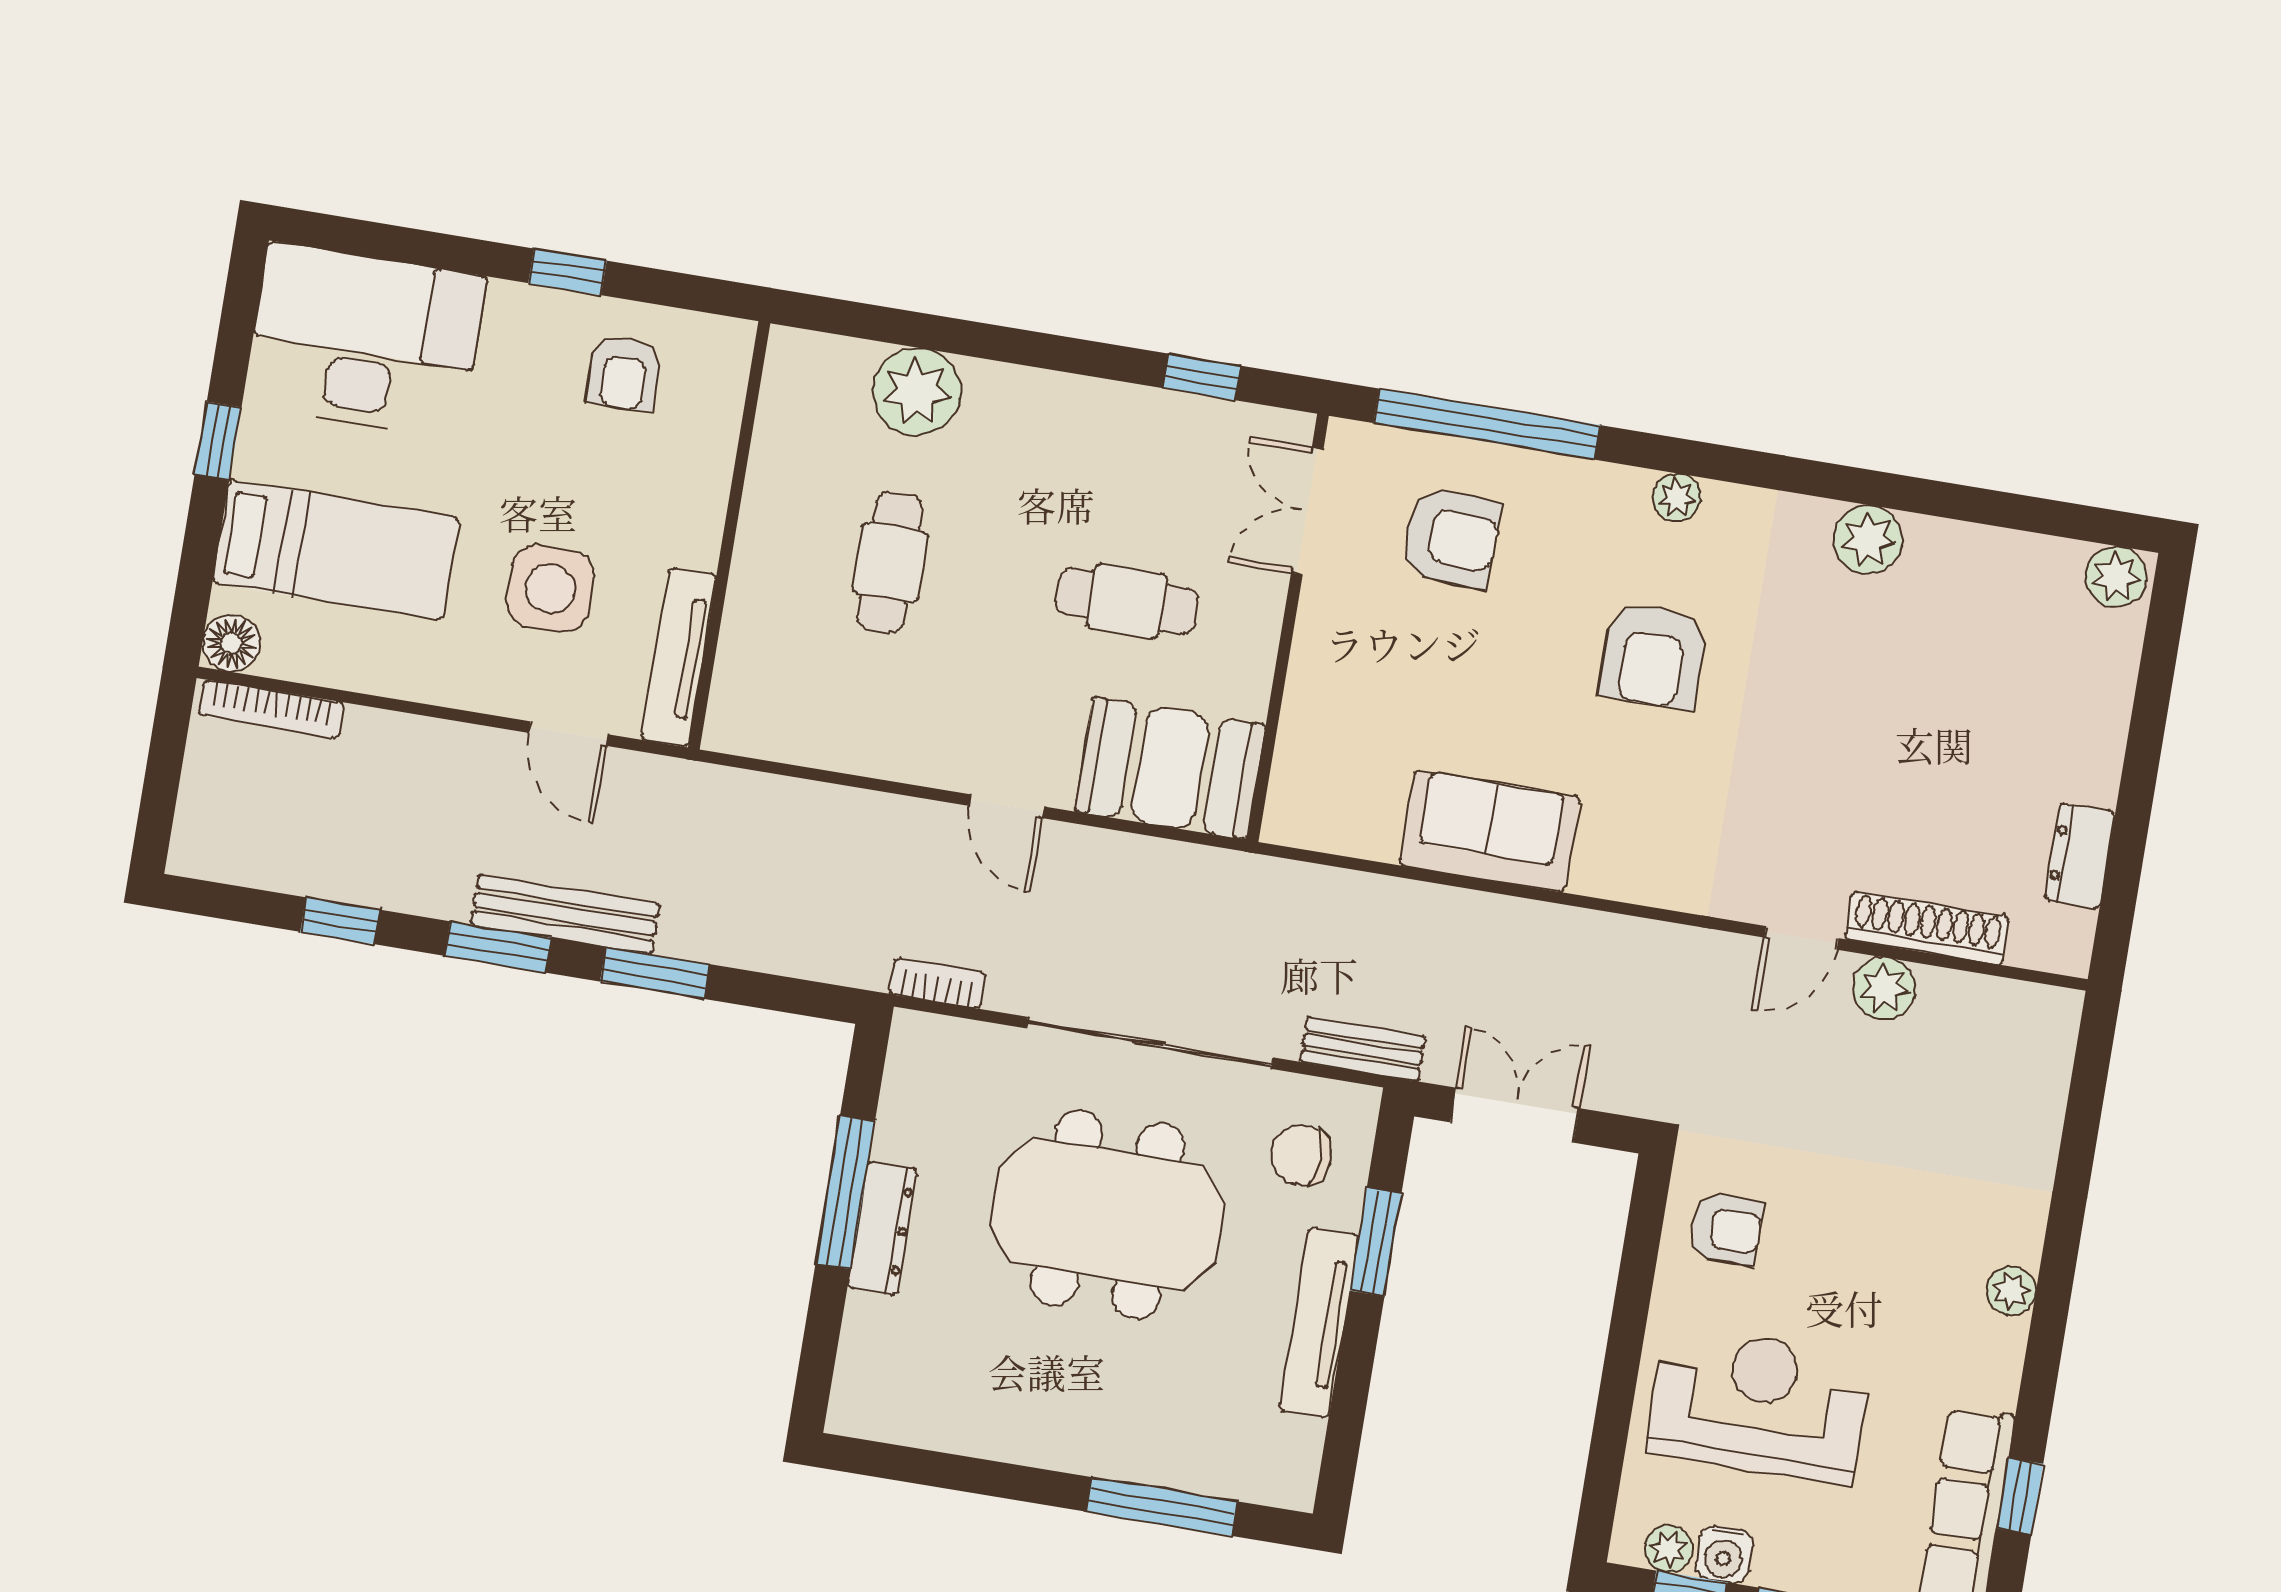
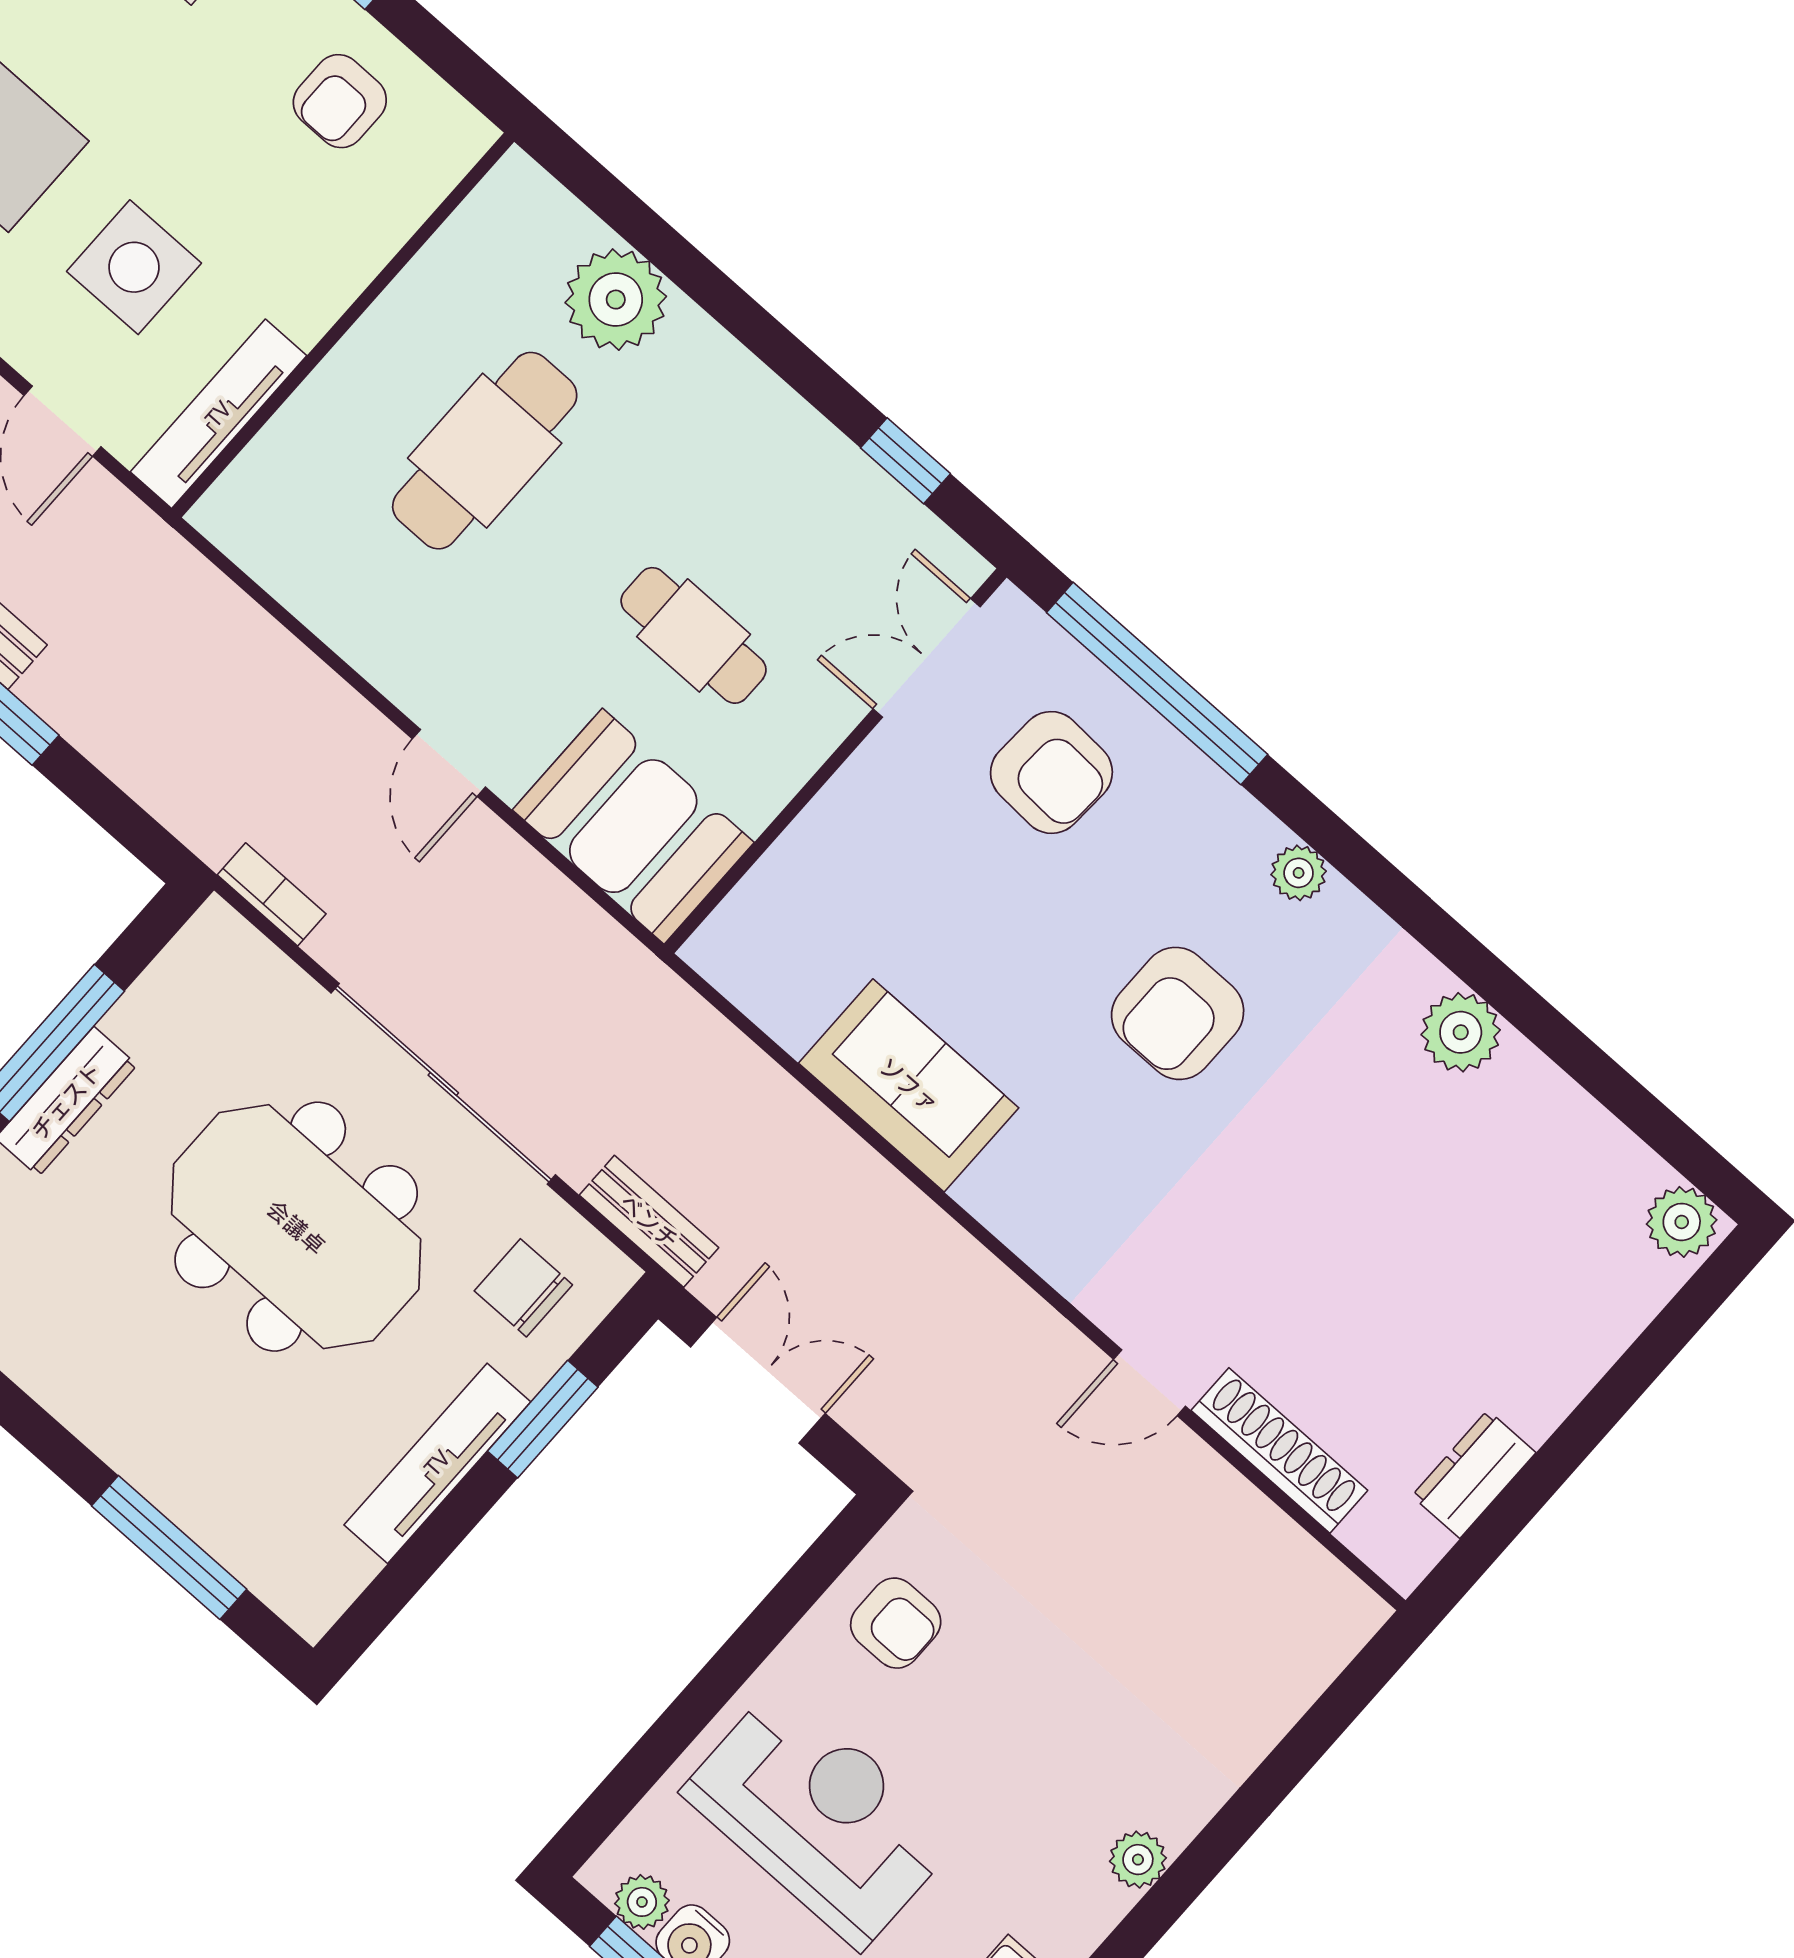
cafe table: (890, 562) -> (485, 451), width x1.37, depth x1.35
plant: (1884, 989) -> (1199, 1484), removed

